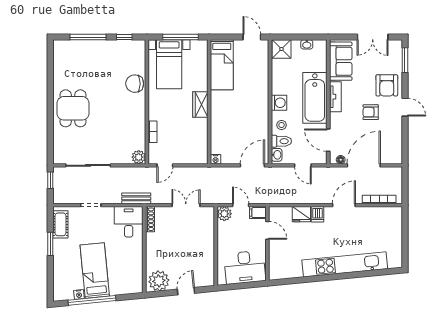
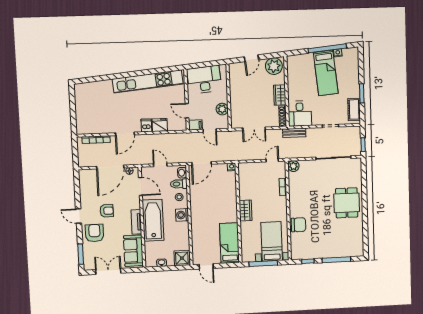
plant: (224, 214) -> (222, 109), moved
wardrobe: (153, 245) -> (280, 95), added
kitchen unit: (345, 264) -> (148, 81), moved

